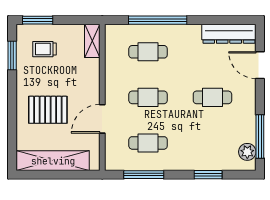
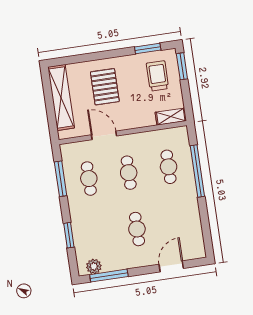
dresser: (229, 34) -> (195, 235), removed
trolley: (44, 49) -> (158, 76), width x1.36, depth x1.39

